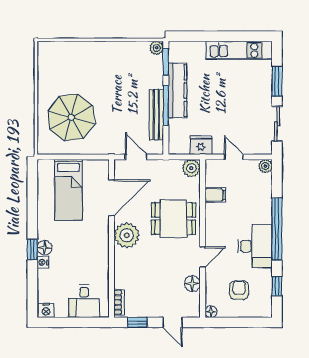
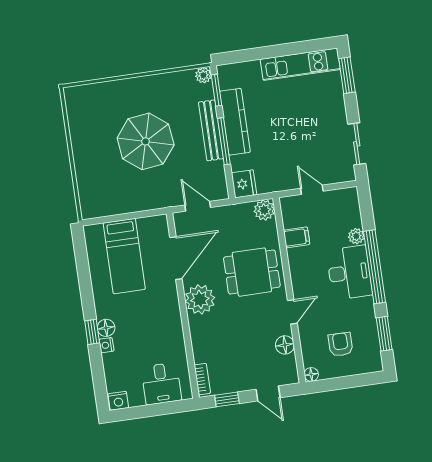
window: (277, 81) -> (347, 75), moved
bench: (156, 115) -> (211, 130), moved
parasol: (71, 117) -> (146, 141), moved
fridge: (201, 145) -> (244, 184), moved, turned 90
plant: (265, 166) -> (356, 236), moved
desk: (255, 246) -> (349, 273), moved
window: (277, 286) -> (384, 334), width x1.50

